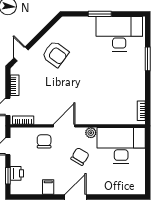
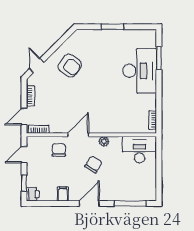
desk: (119, 34) -> (140, 71), moved, turned 90
window: (148, 59) -> (159, 58), moved
desk: (121, 145) -> (139, 150), width x0.73, depth x0.77
printer: (17, 173) -> (33, 194), moved
window: (118, 197) -> (130, 204), added

